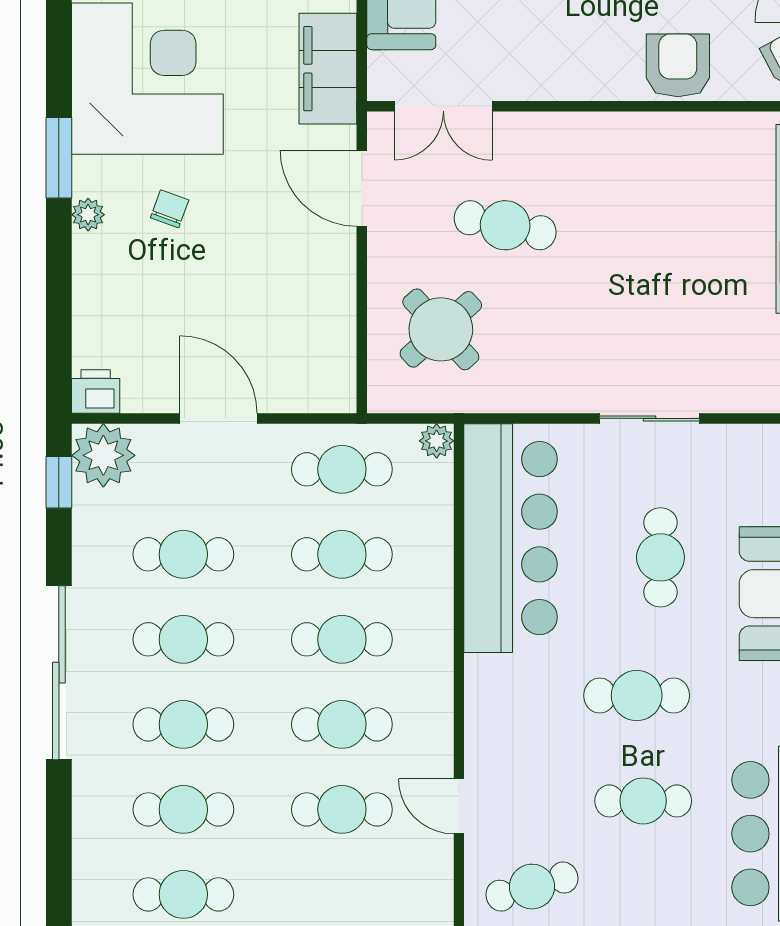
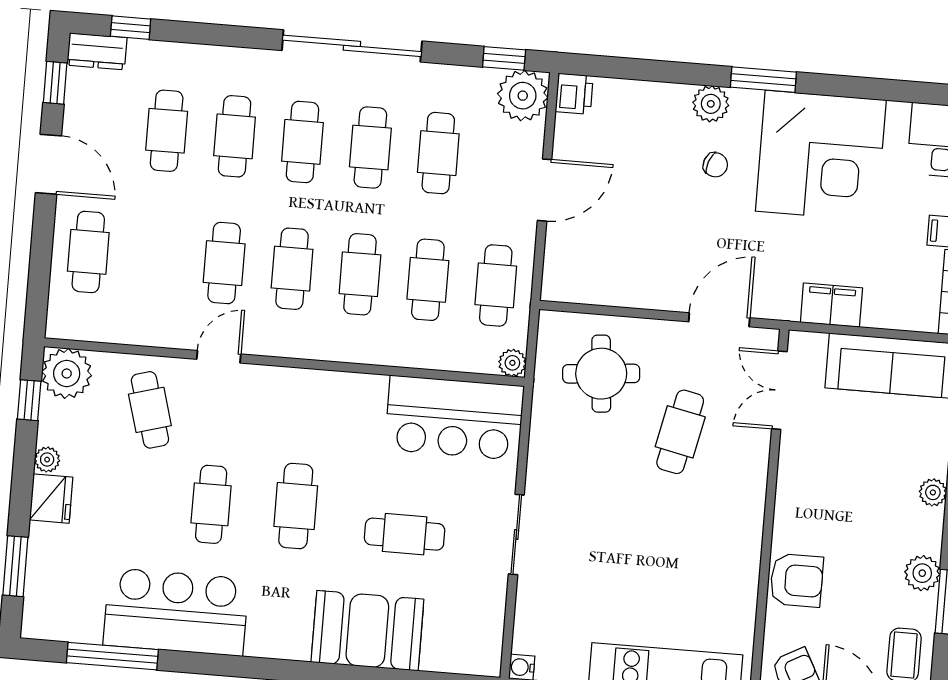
filing cabinet: (328, 69) -> (831, 305), width x0.67, depth x0.86
plant: (88, 215) -> (711, 104), width x1.38, depth x1.38
round table: (441, 329) -> (601, 374), turned 37
bar counter: (511, 538) -> (454, 418), width x0.73

